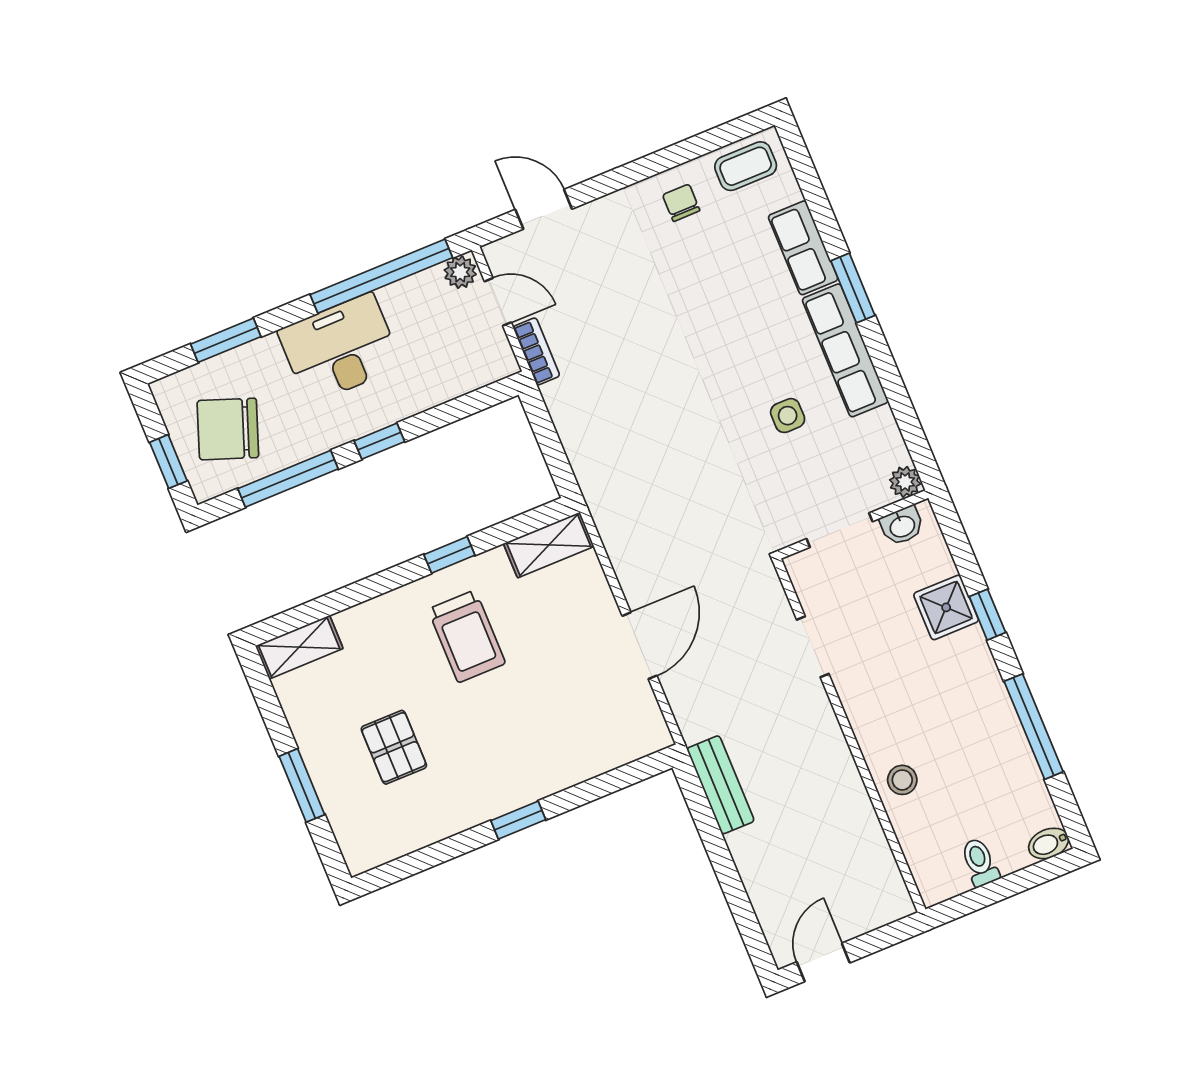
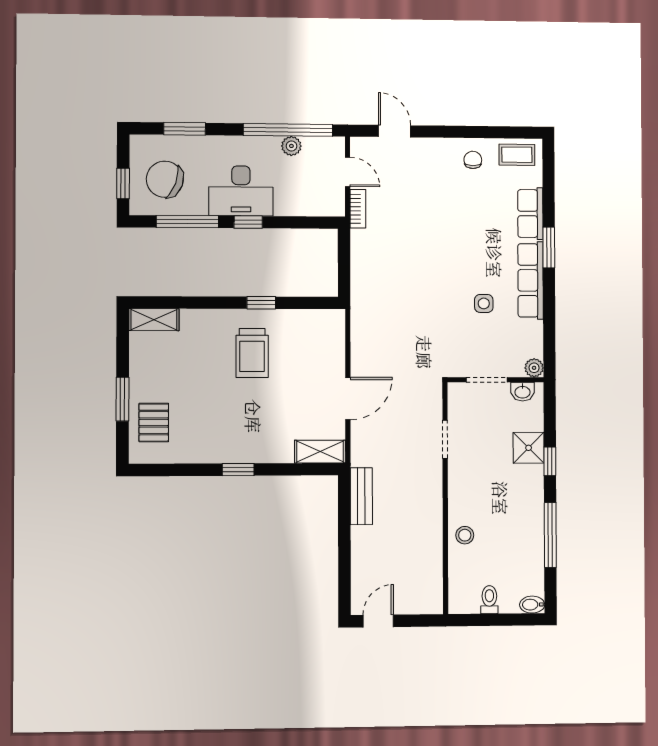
plant: (460, 272) -> (291, 146), moved
desk: (340, 349) -> (241, 191), moved, turned 180
shelving: (549, 545) -> (320, 452), moved
pallet: (394, 747) -> (154, 423), moved

